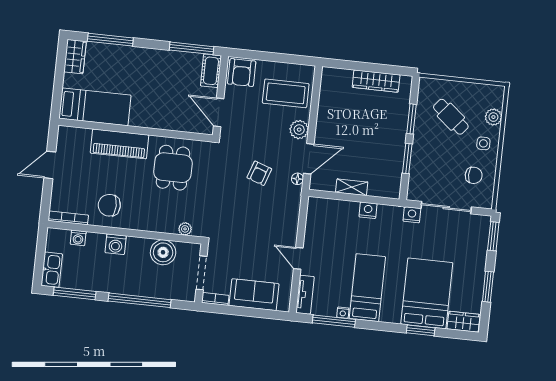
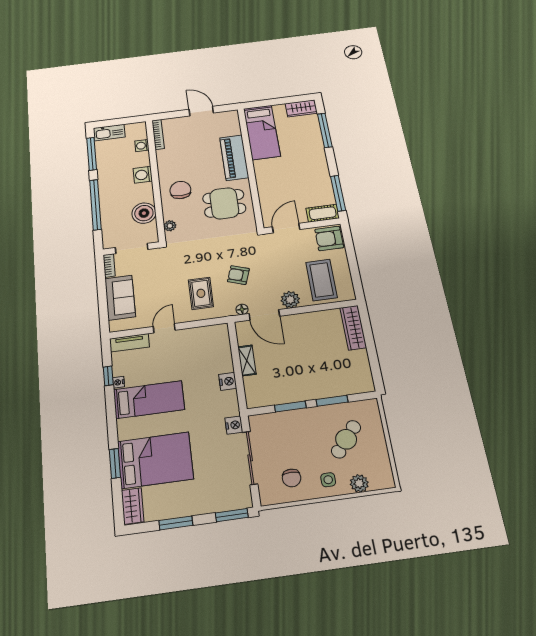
wardrobe: (376, 81) -> (353, 328), moved
chair: (109, 205) -> (180, 190), moved
rug: (270, 215) -> (201, 293), added
window: (334, 321) -> (108, 376), width x0.46

